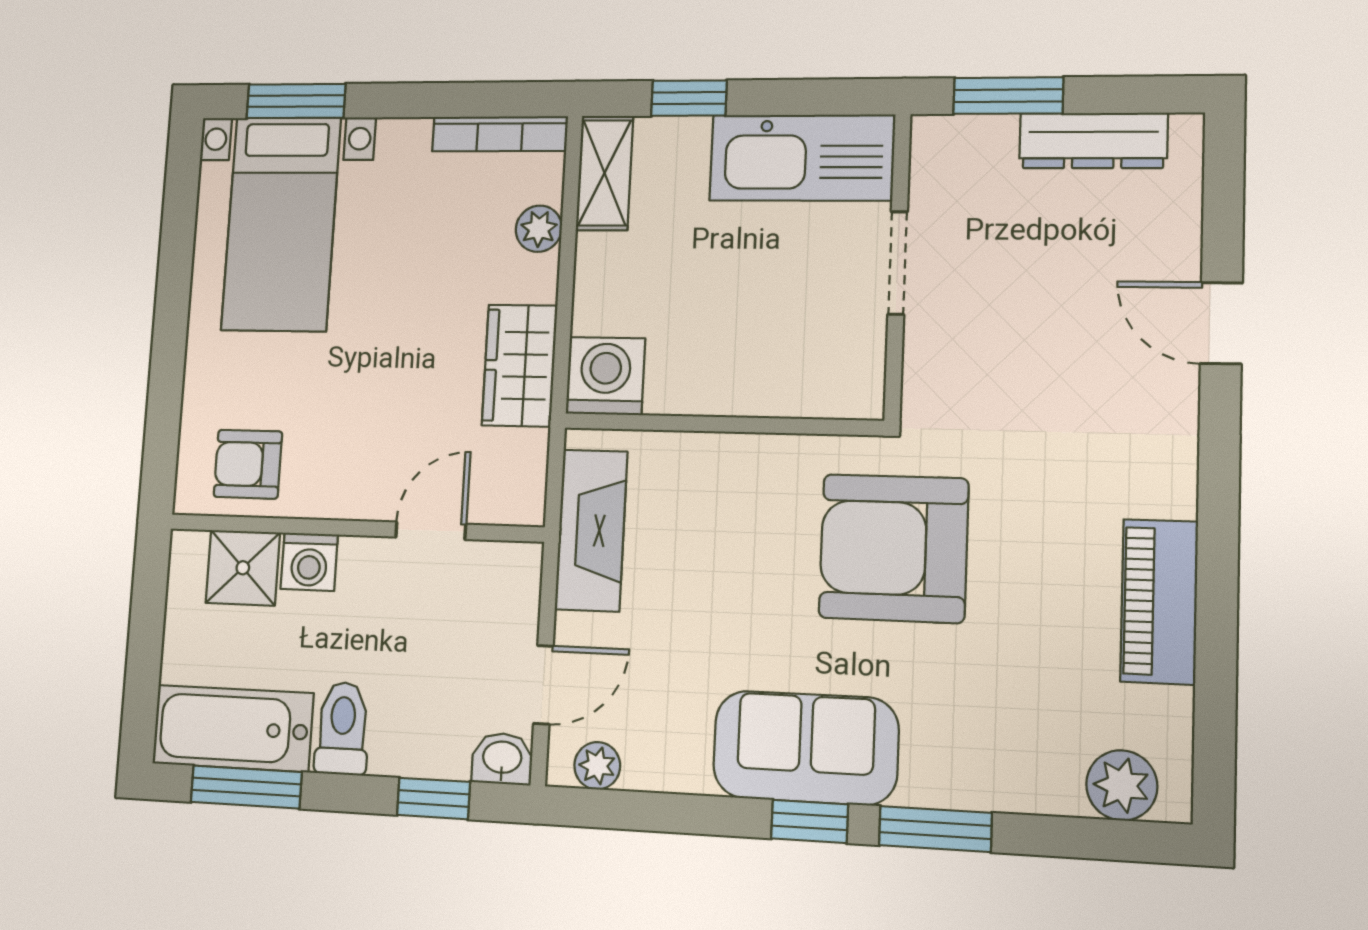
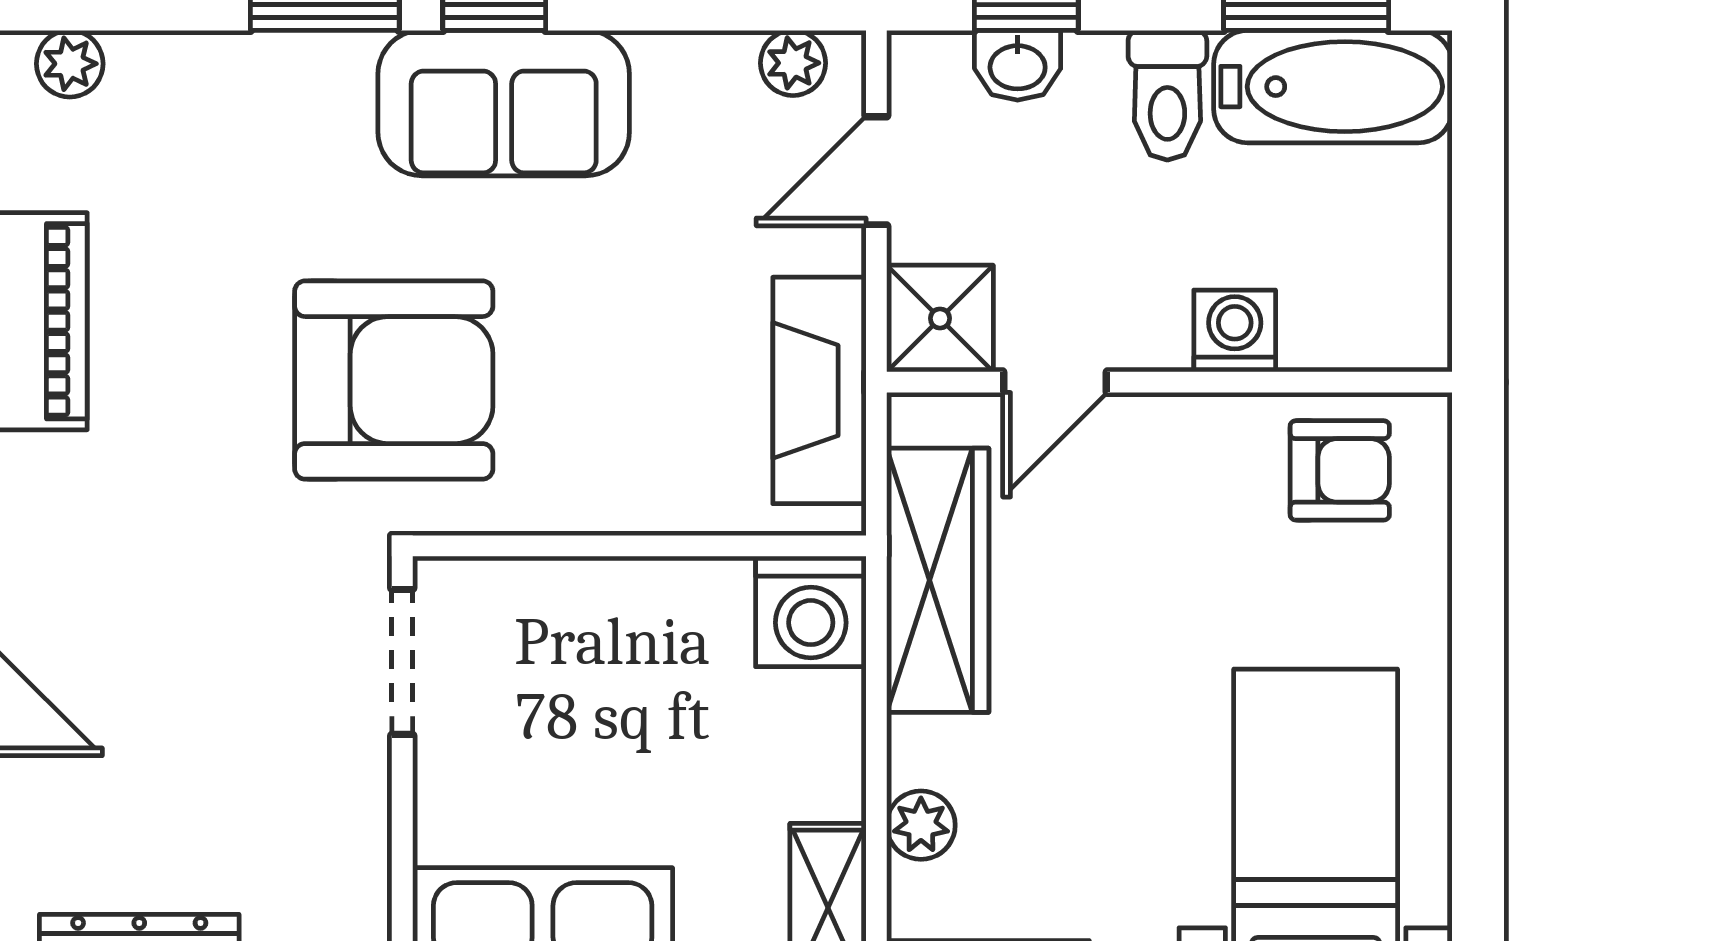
doorway: (898, 263) -> (402, 662), moved
wardrobe: (520, 365) -> (938, 580), width x1.50
shower: (243, 568) -> (940, 318), moved
washbasin: (502, 759) -> (1018, 65), moved
plant: (1122, 785) -> (70, 64), width x0.73, depth x0.73

